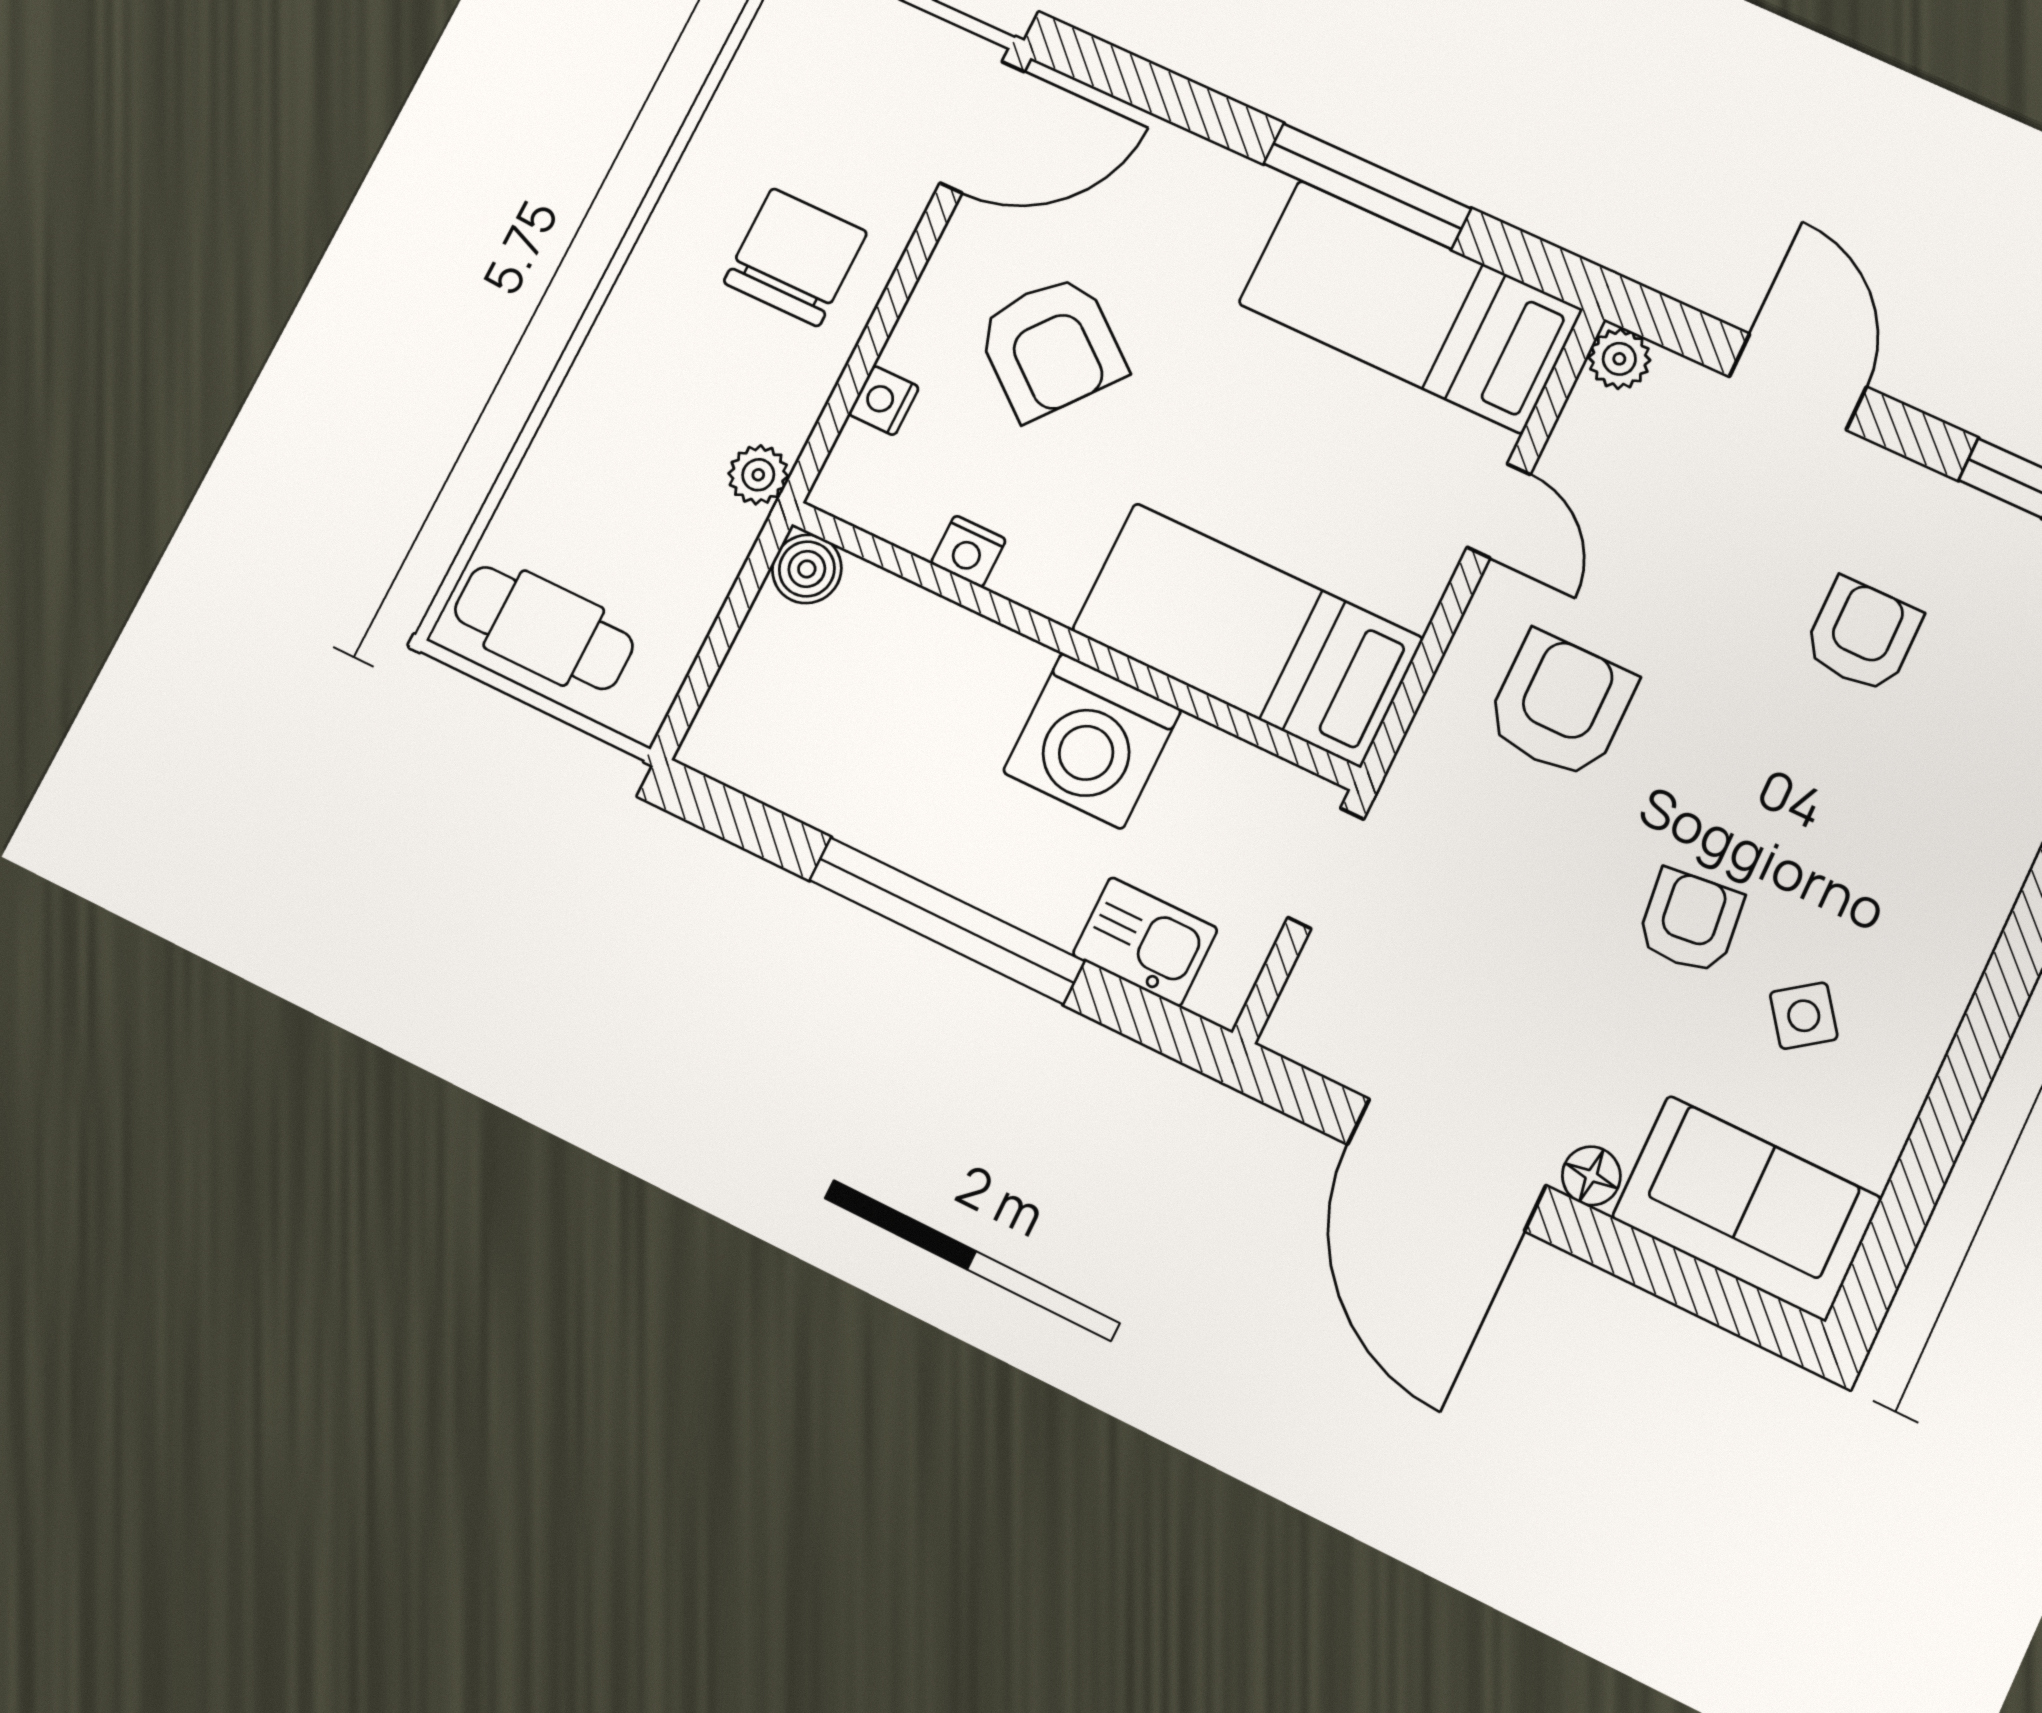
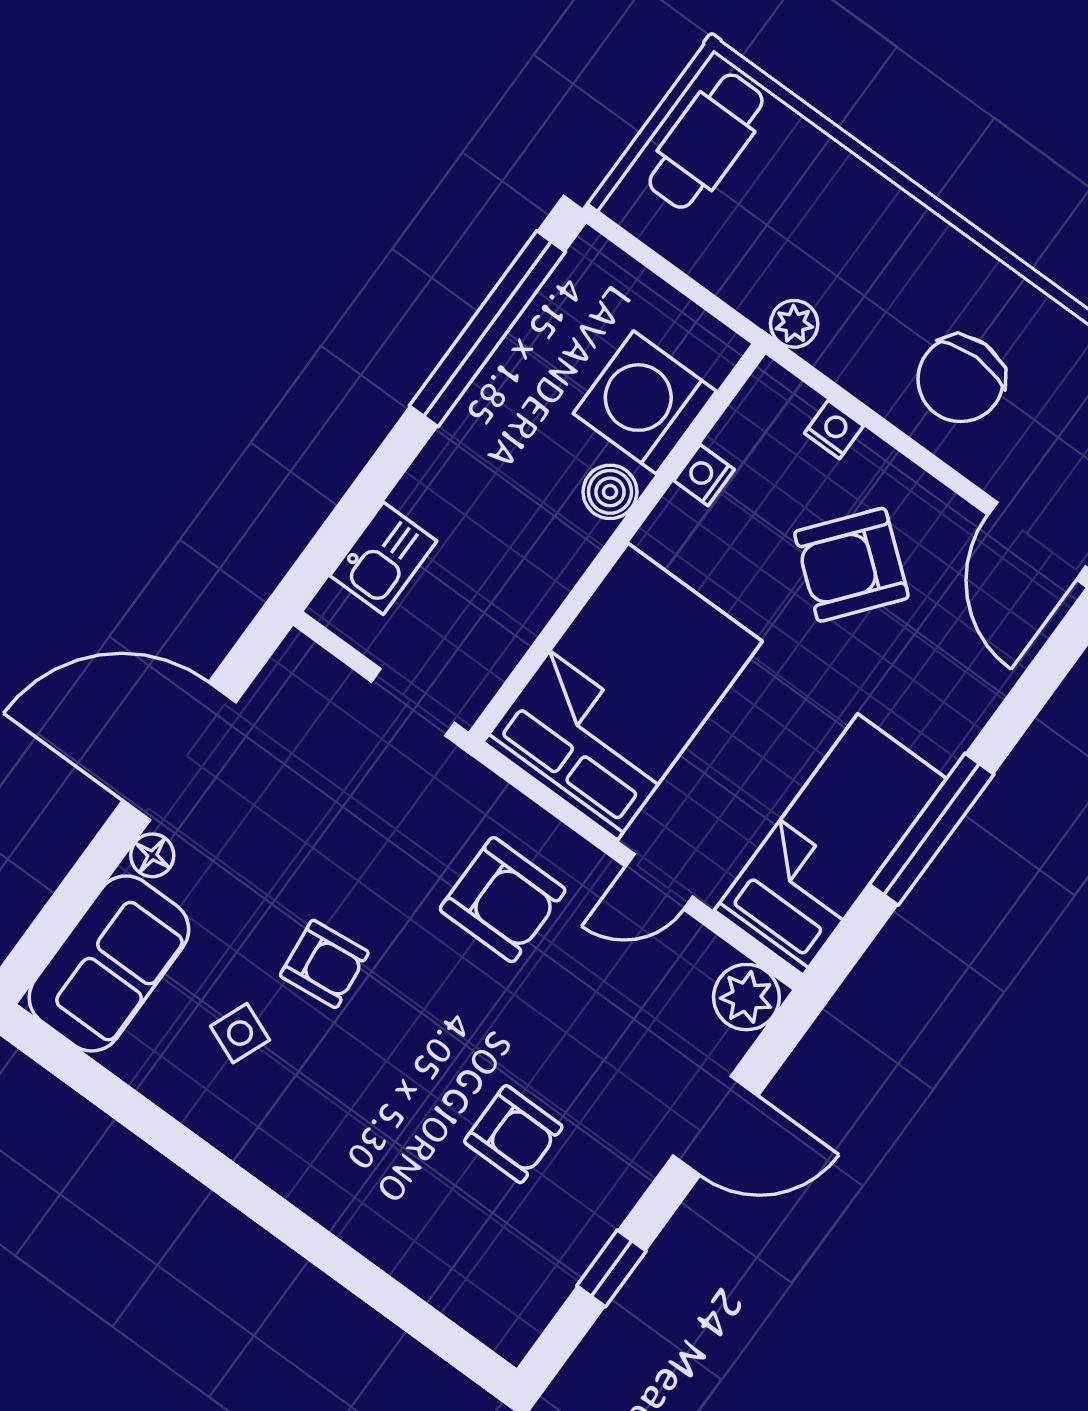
chair: (795, 257) -> (961, 379), turned 90
plant: (1619, 359) -> (746, 997), width x1.38, depth x1.38
boiler: (807, 569) -> (610, 492), moved
bed: (1247, 634) -> (623, 692), width x1.50
washing machine: (1092, 741) -> (645, 402), moved
window: (947, 921) -> (487, 329), moved
side table: (1804, 1016) -> (240, 1033), turned -32

